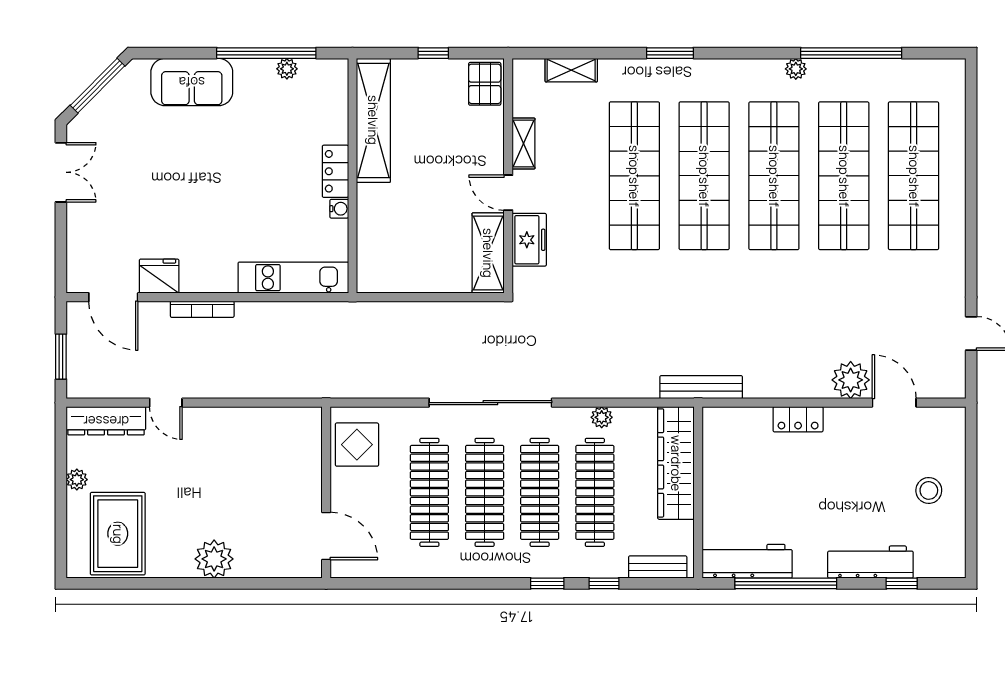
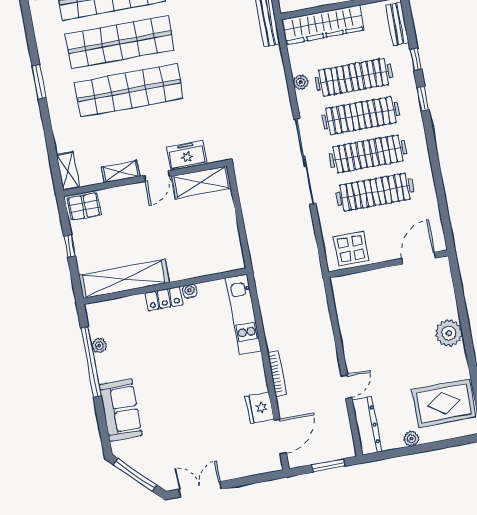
shelving: (571, 70) -> (68, 171), moved

